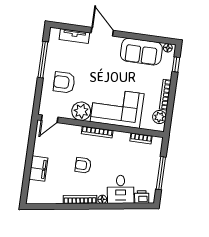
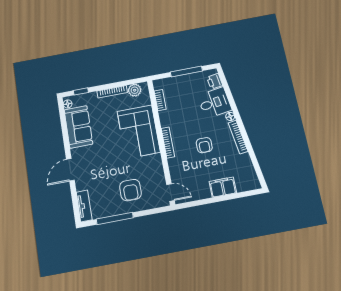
tv unit: (74, 36) -> (84, 206), moved
plant: (81, 111) -> (153, 164), removed

